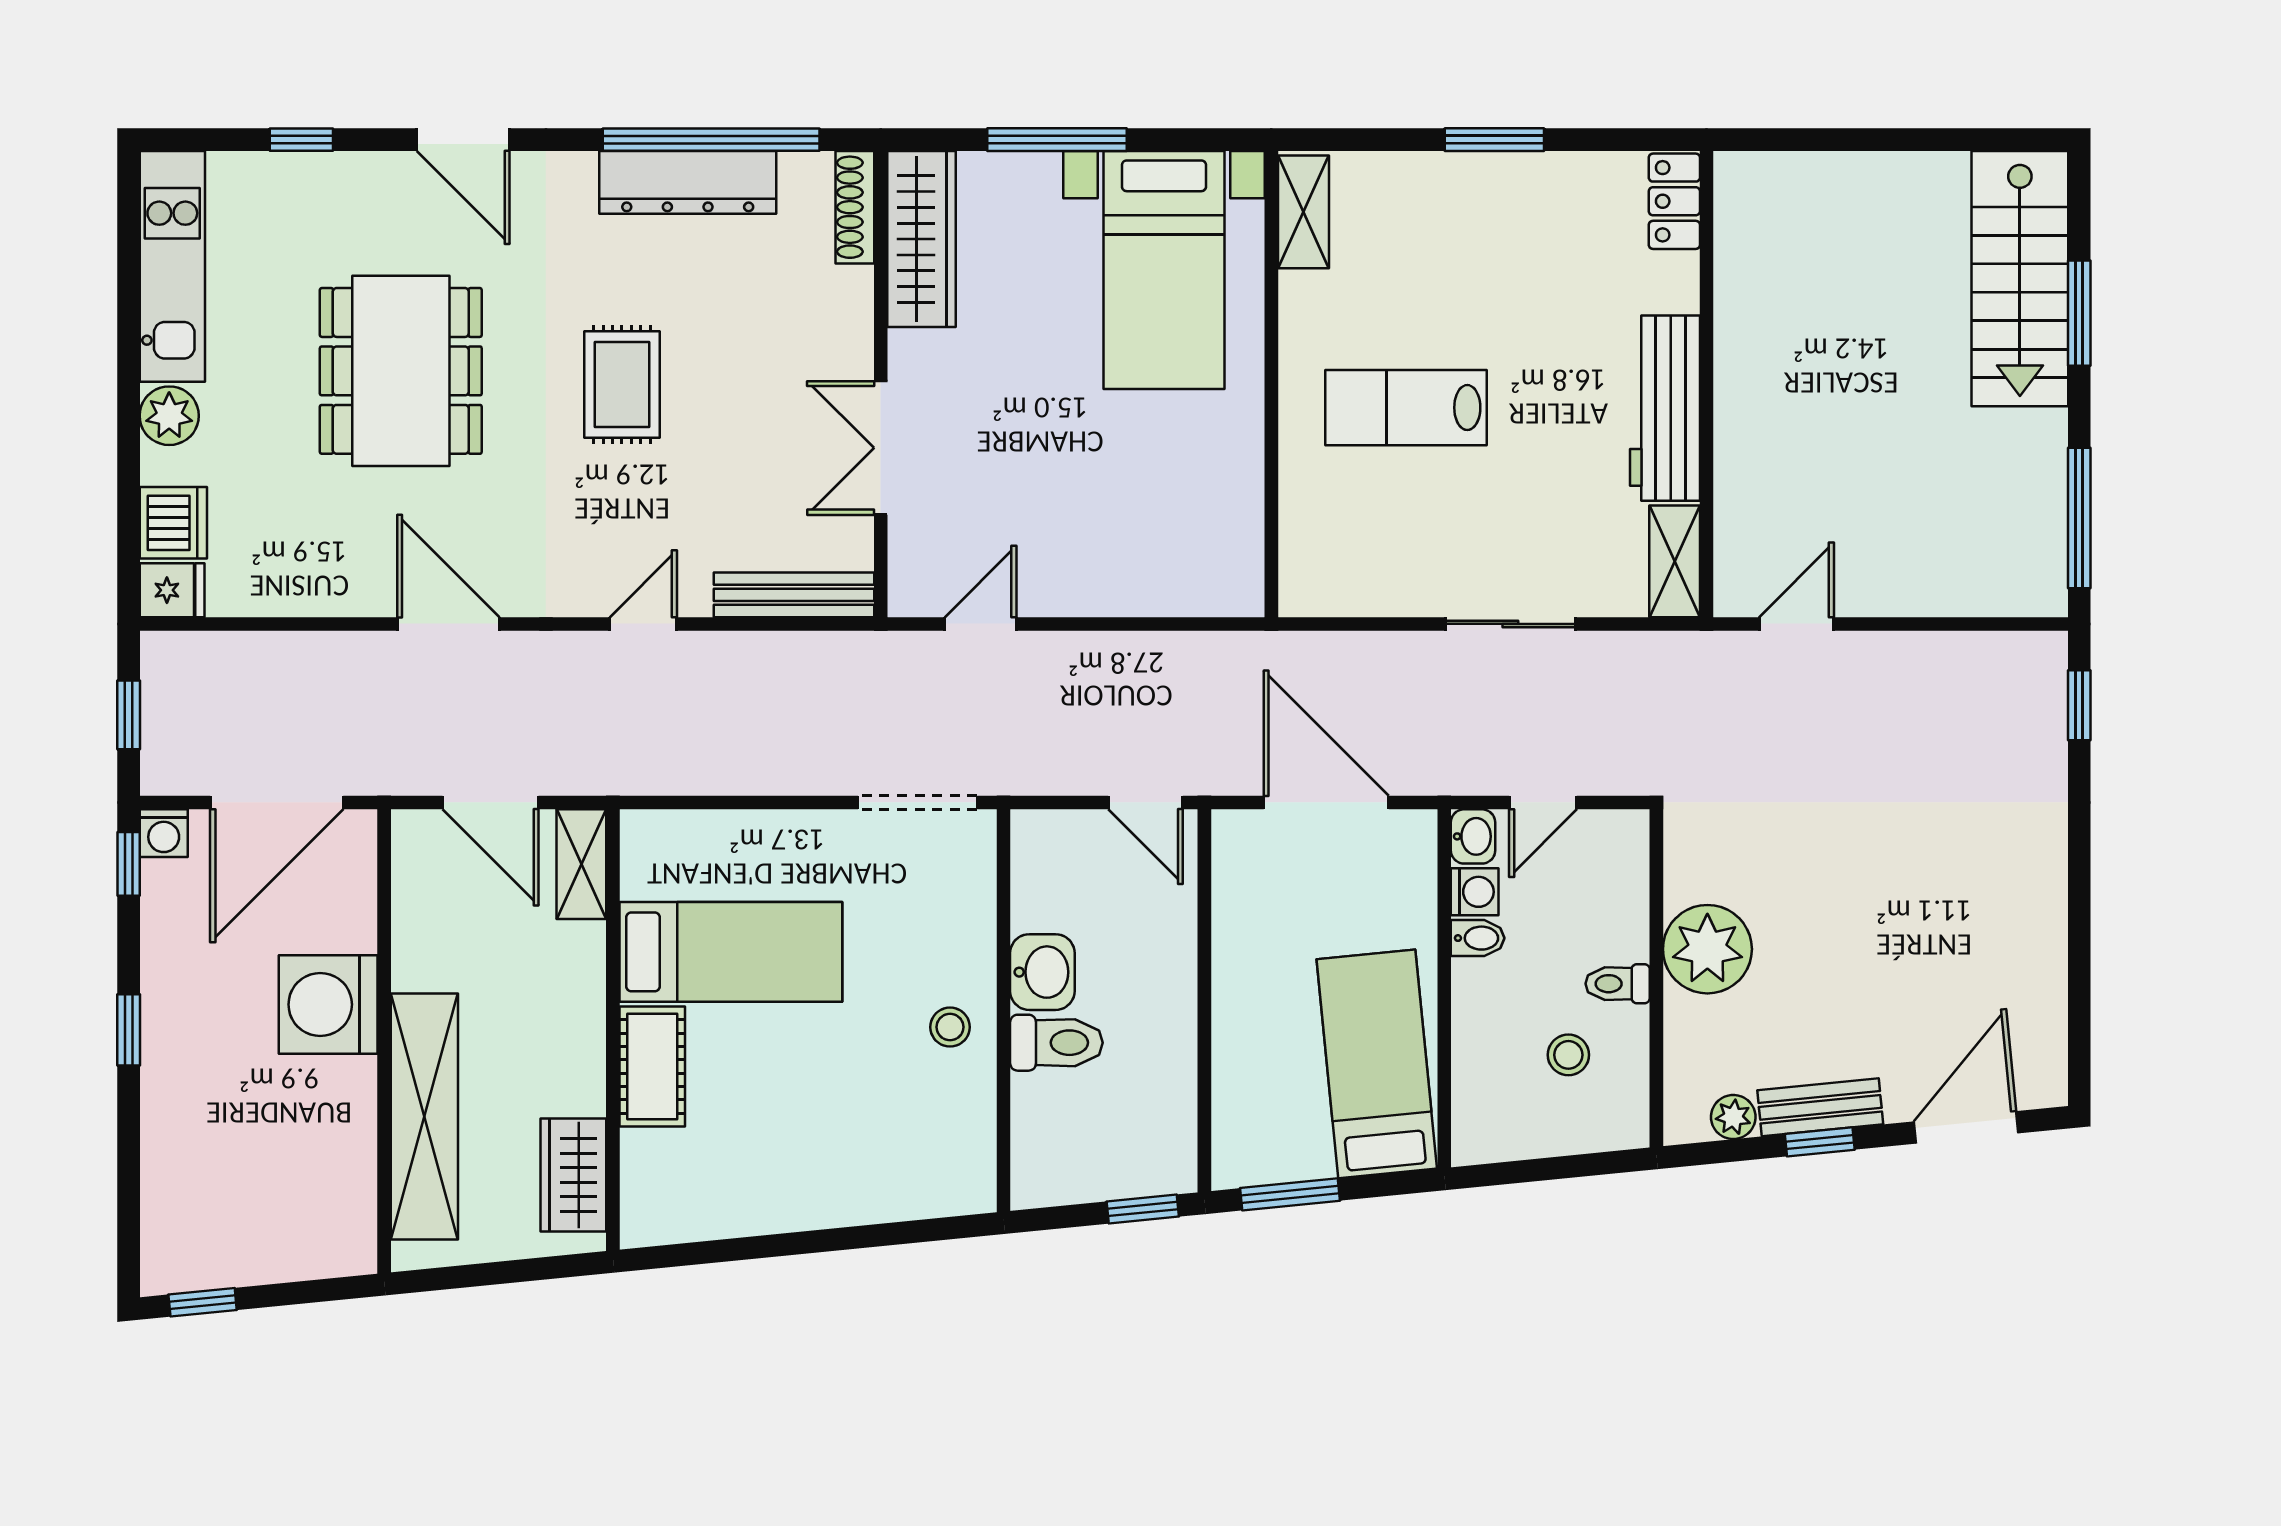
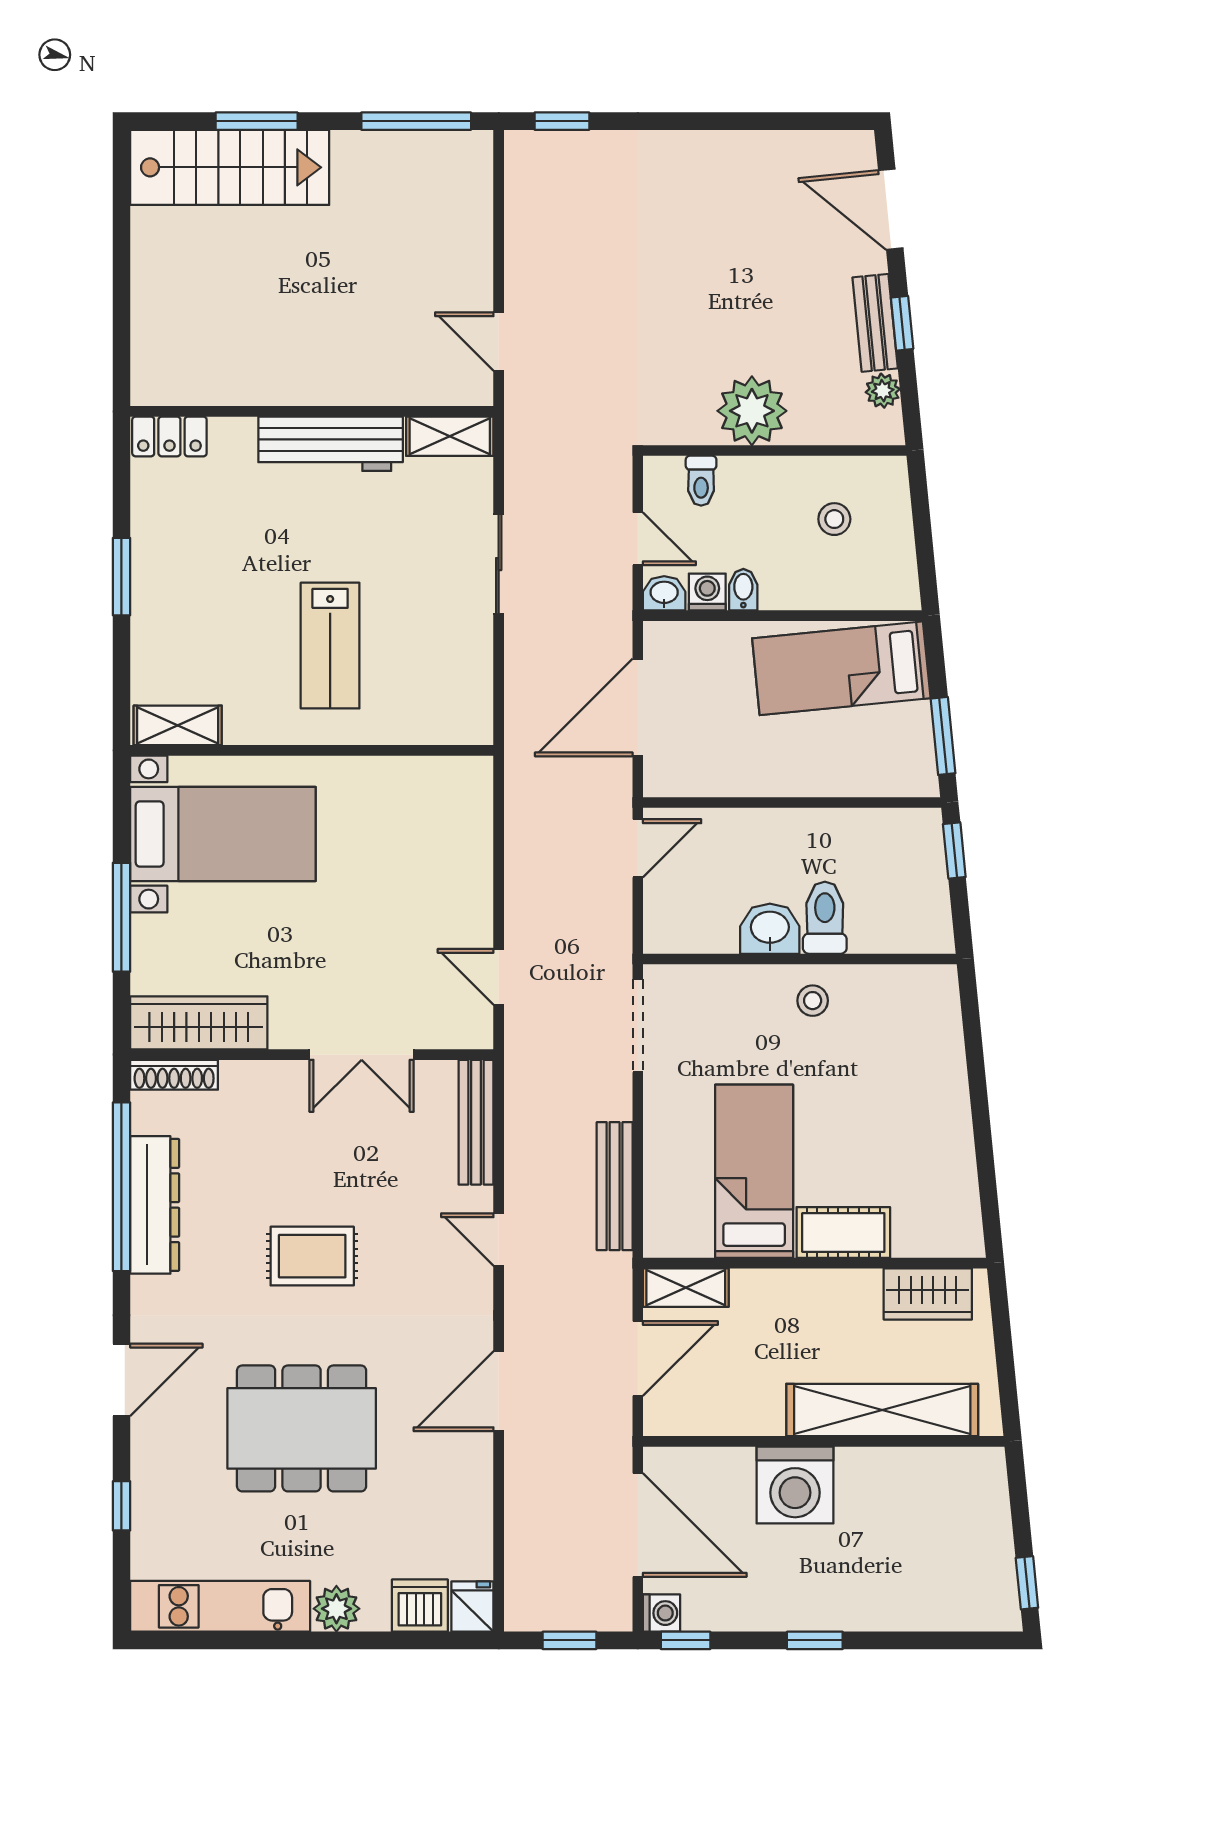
bench: (712, 773) -> (615, 1186), added
toilet: (1618, 984) -> (701, 481), moved

